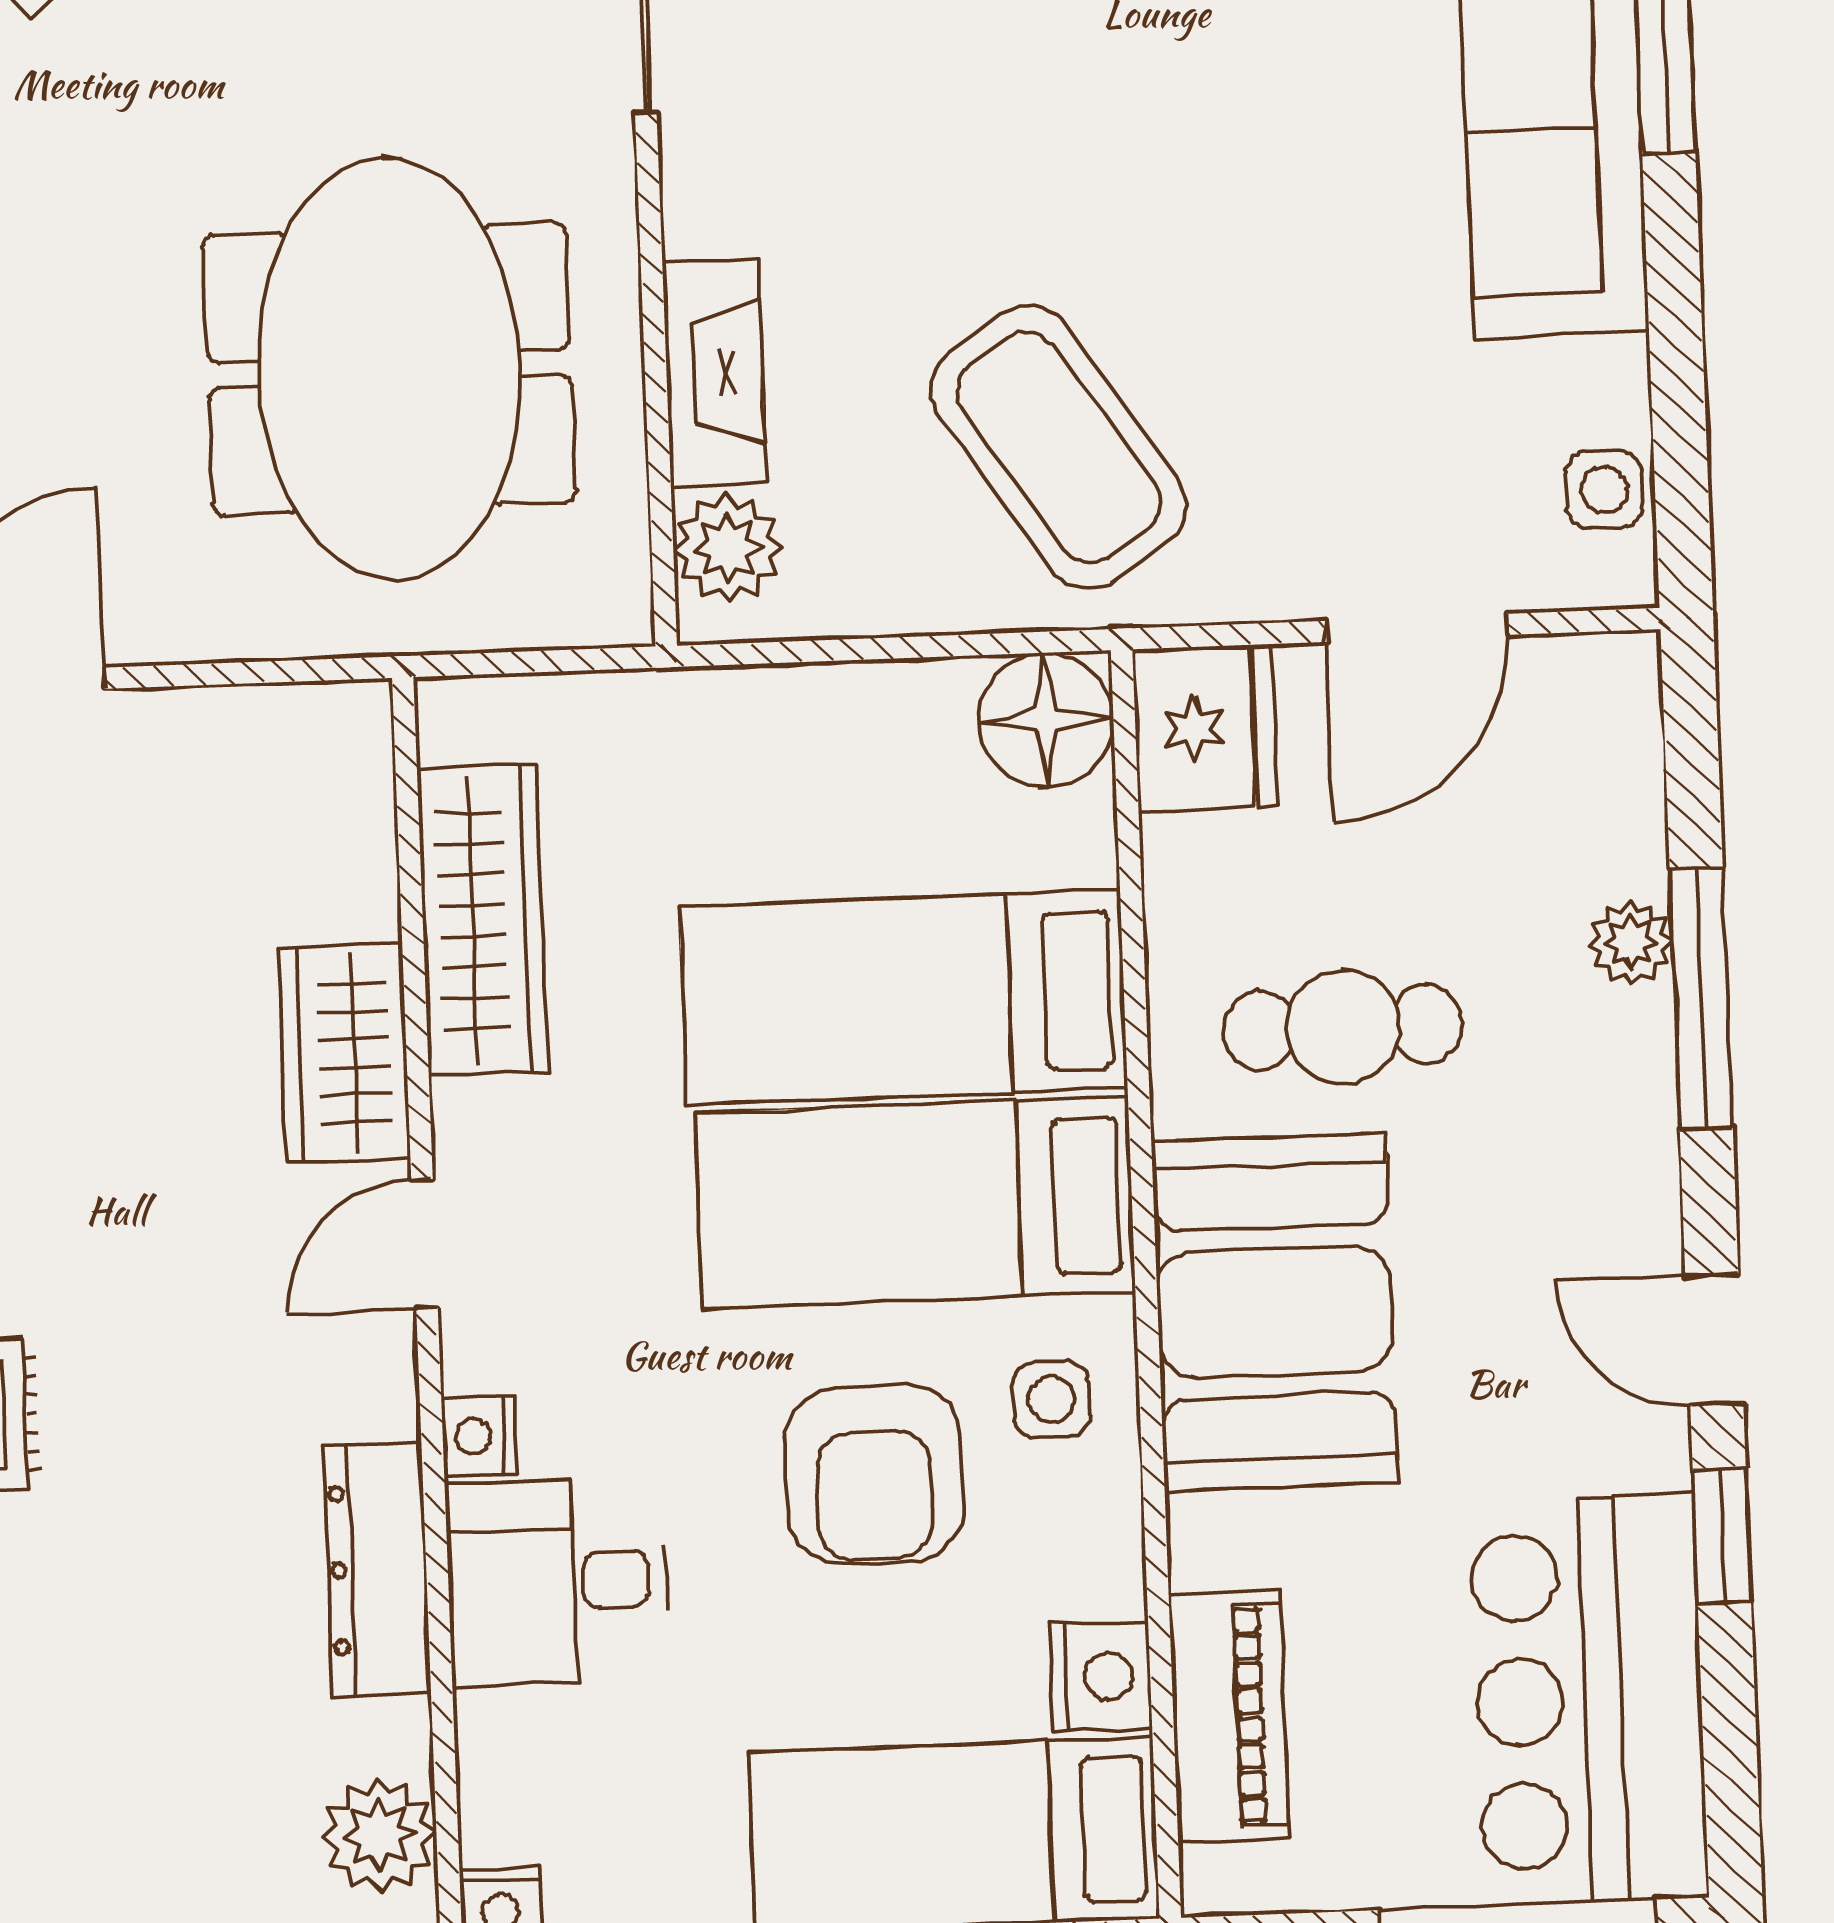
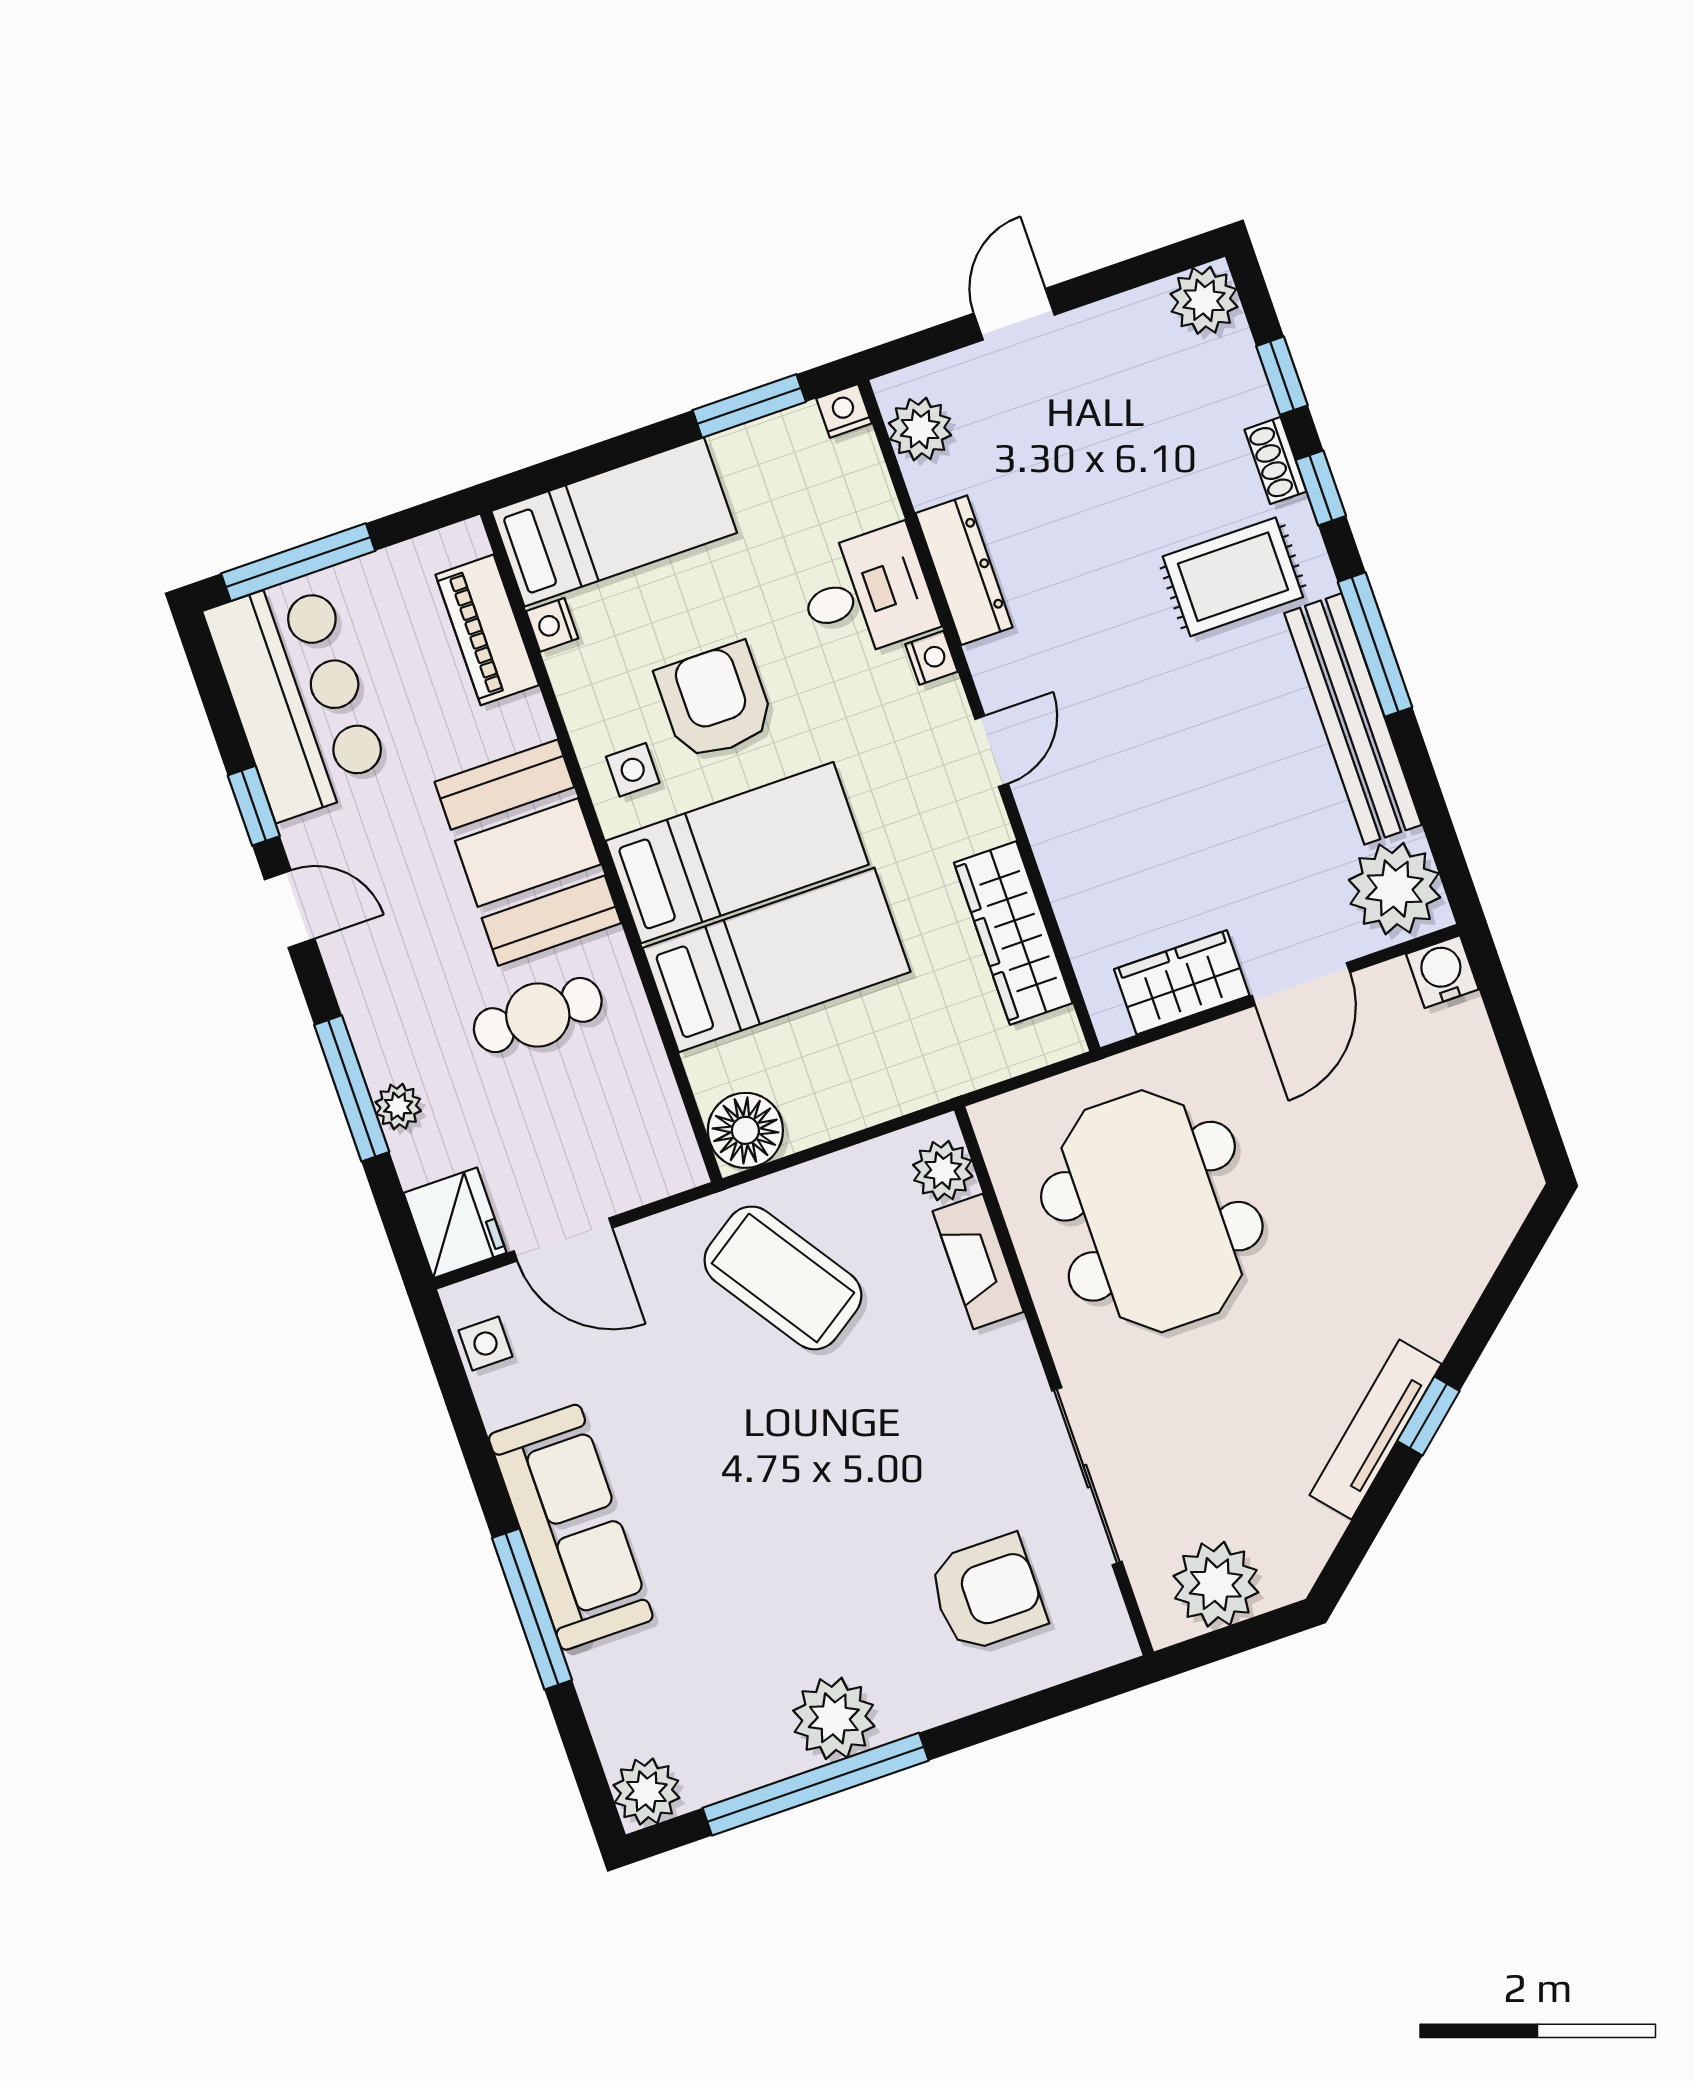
door: (1417, 628) -> (563, 1240), swing flipped
fridge: (1205, 728) -> (455, 1223), moved, turned 180
wardrobe: (344, 1053) -> (1182, 982), moved, turned -90
nightstand: (1101, 1676) -> (552, 625), width x0.72, depth x0.74

